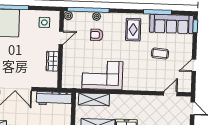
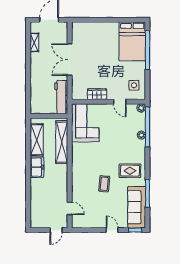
armchair: (97, 35) -> (124, 136), removed
coffee table: (160, 53) -> (104, 184), moved
door: (194, 65) -> (112, 230), moved
corner sofa: (102, 75) -> (85, 123), moved
shelving: (94, 99) -> (62, 142), width x1.47

